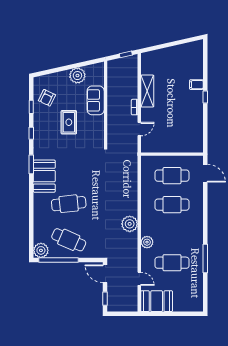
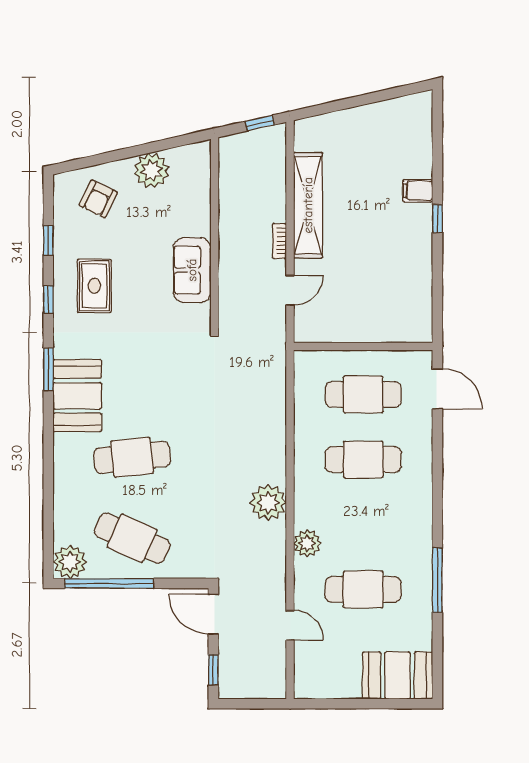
shelving: (147, 91) -> (308, 205), width x1.47
armchair: (47, 98) -> (98, 199), moved
sofa: (96, 100) -> (192, 270), moved
rug: (69, 122) -> (94, 286), moved
booth: (157, 301) -> (398, 675), moved

